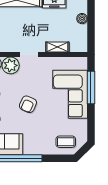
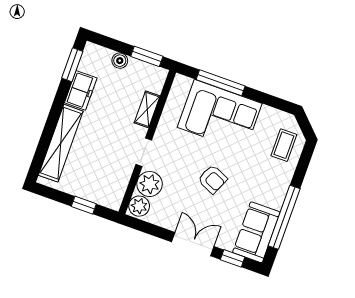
window: (91, 35) -> (147, 56), added

